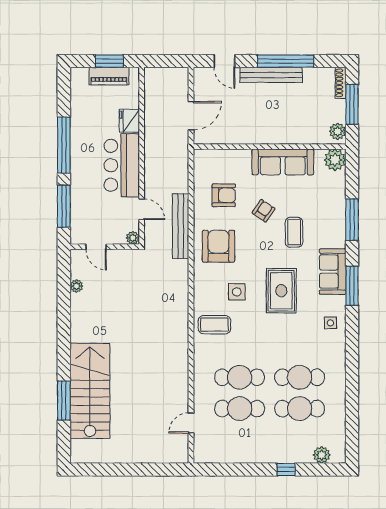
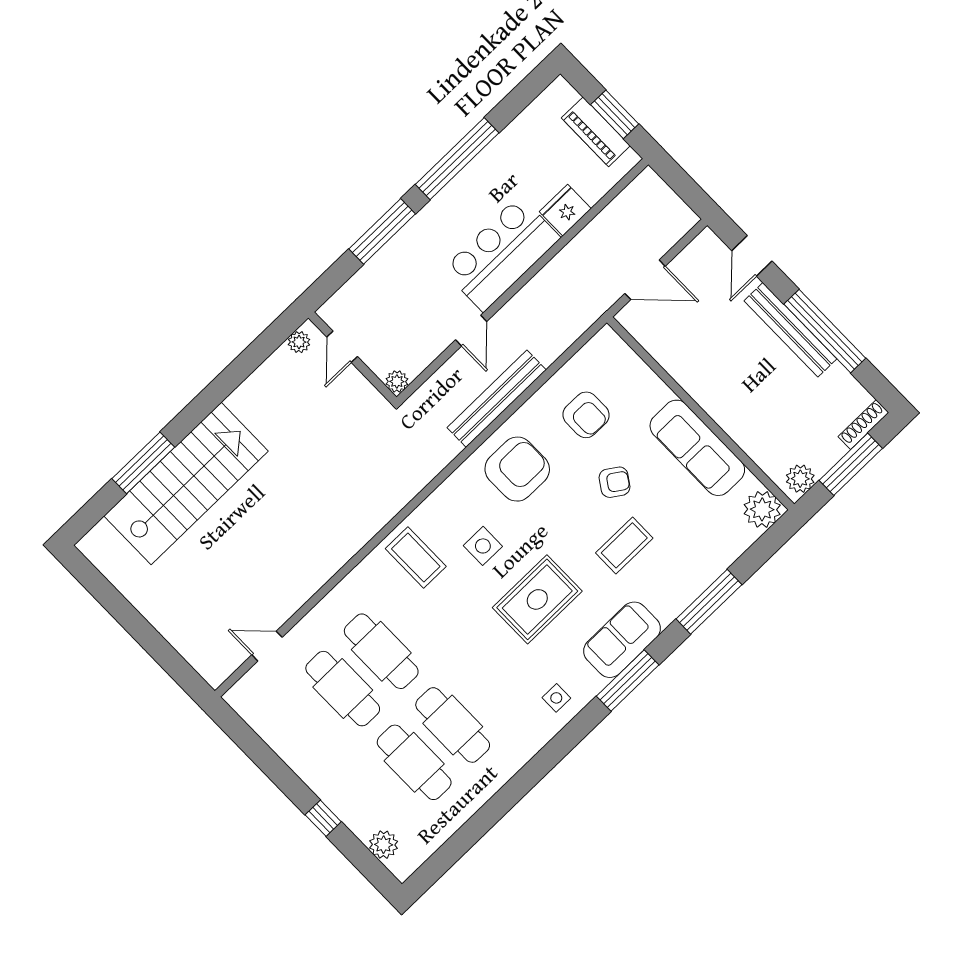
plant: (133, 238) -> (397, 381), moved
door: (96, 247) -> (342, 347), moved
wall: (105, 247) -> (352, 357), moved

